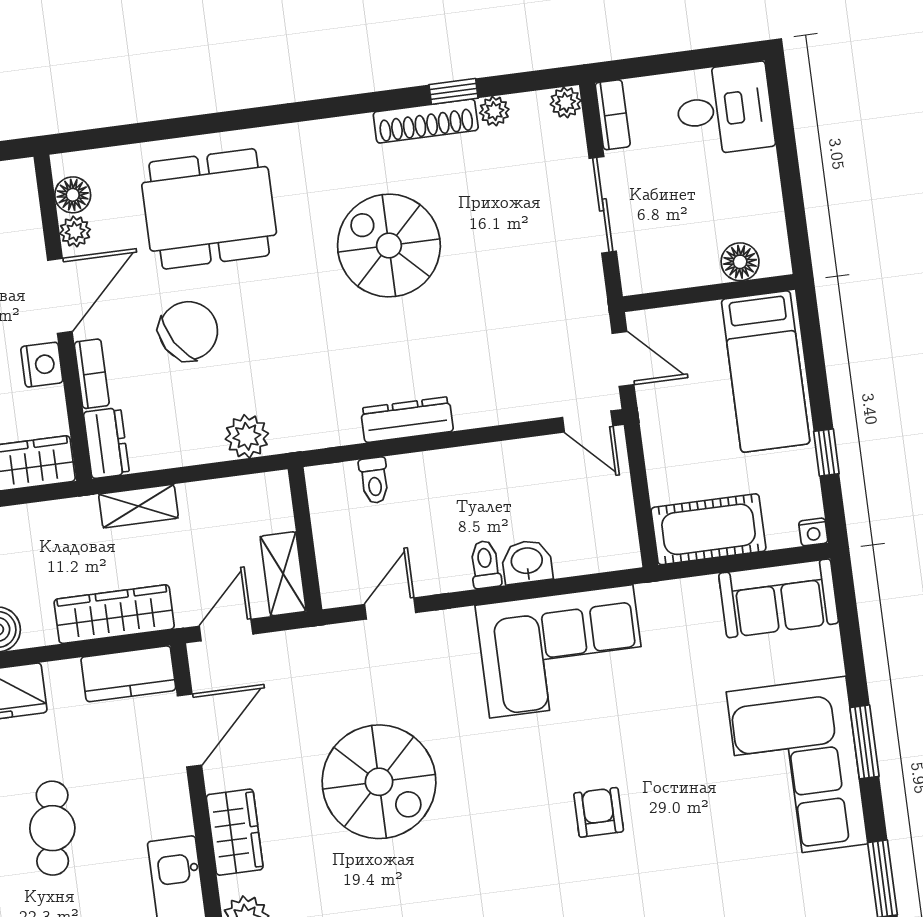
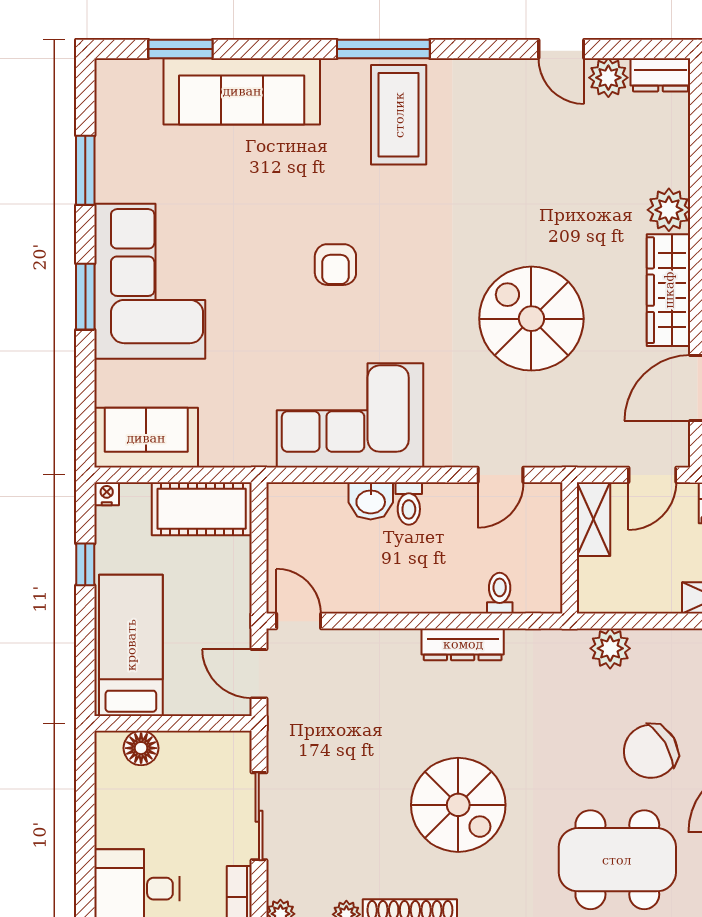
wardrobe: (235, 832) -> (669, 290), width x1.50

